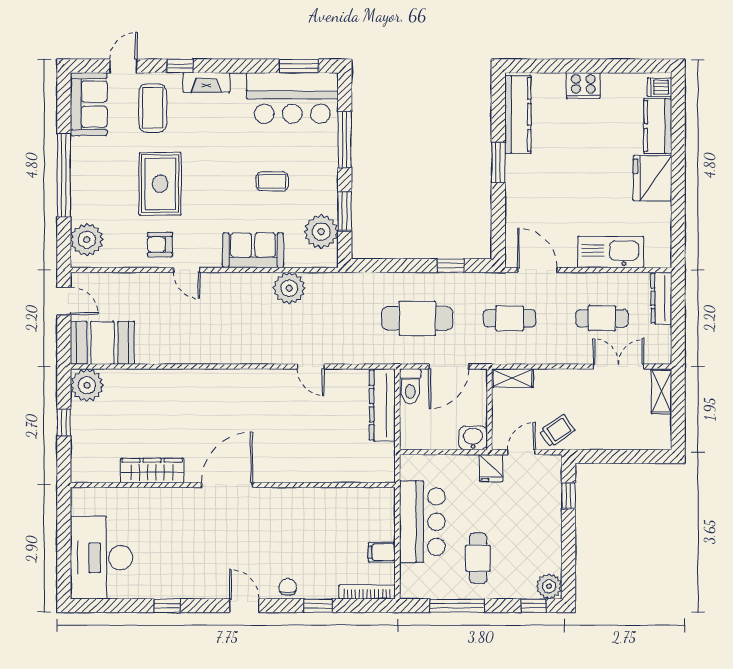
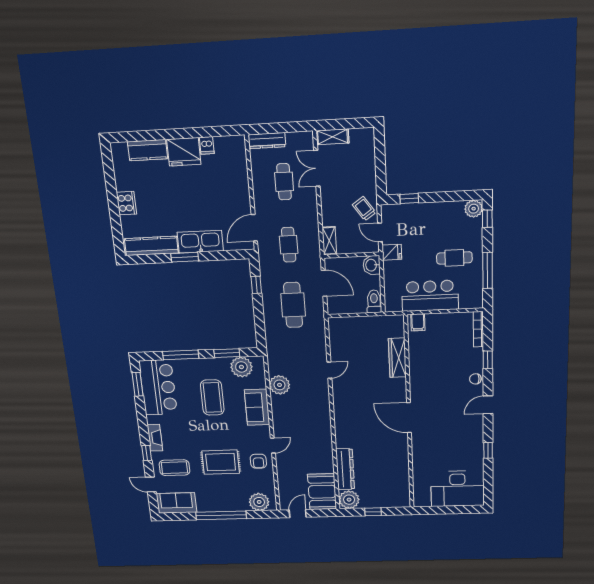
dishwasher: (659, 87) -> (207, 145), moved
coffee table: (272, 181) -> (212, 397), width x1.86, depth x1.72
kitchen sink: (611, 252) -> (200, 242), moved, turned 90
toilet: (410, 386) -> (374, 301), moved, turned -90
dresser: (382, 405) -> (345, 469), moved, turned -90
wardrobe: (152, 471) -> (397, 358), moved
filing cabinet: (382, 552) -> (418, 322), moved

